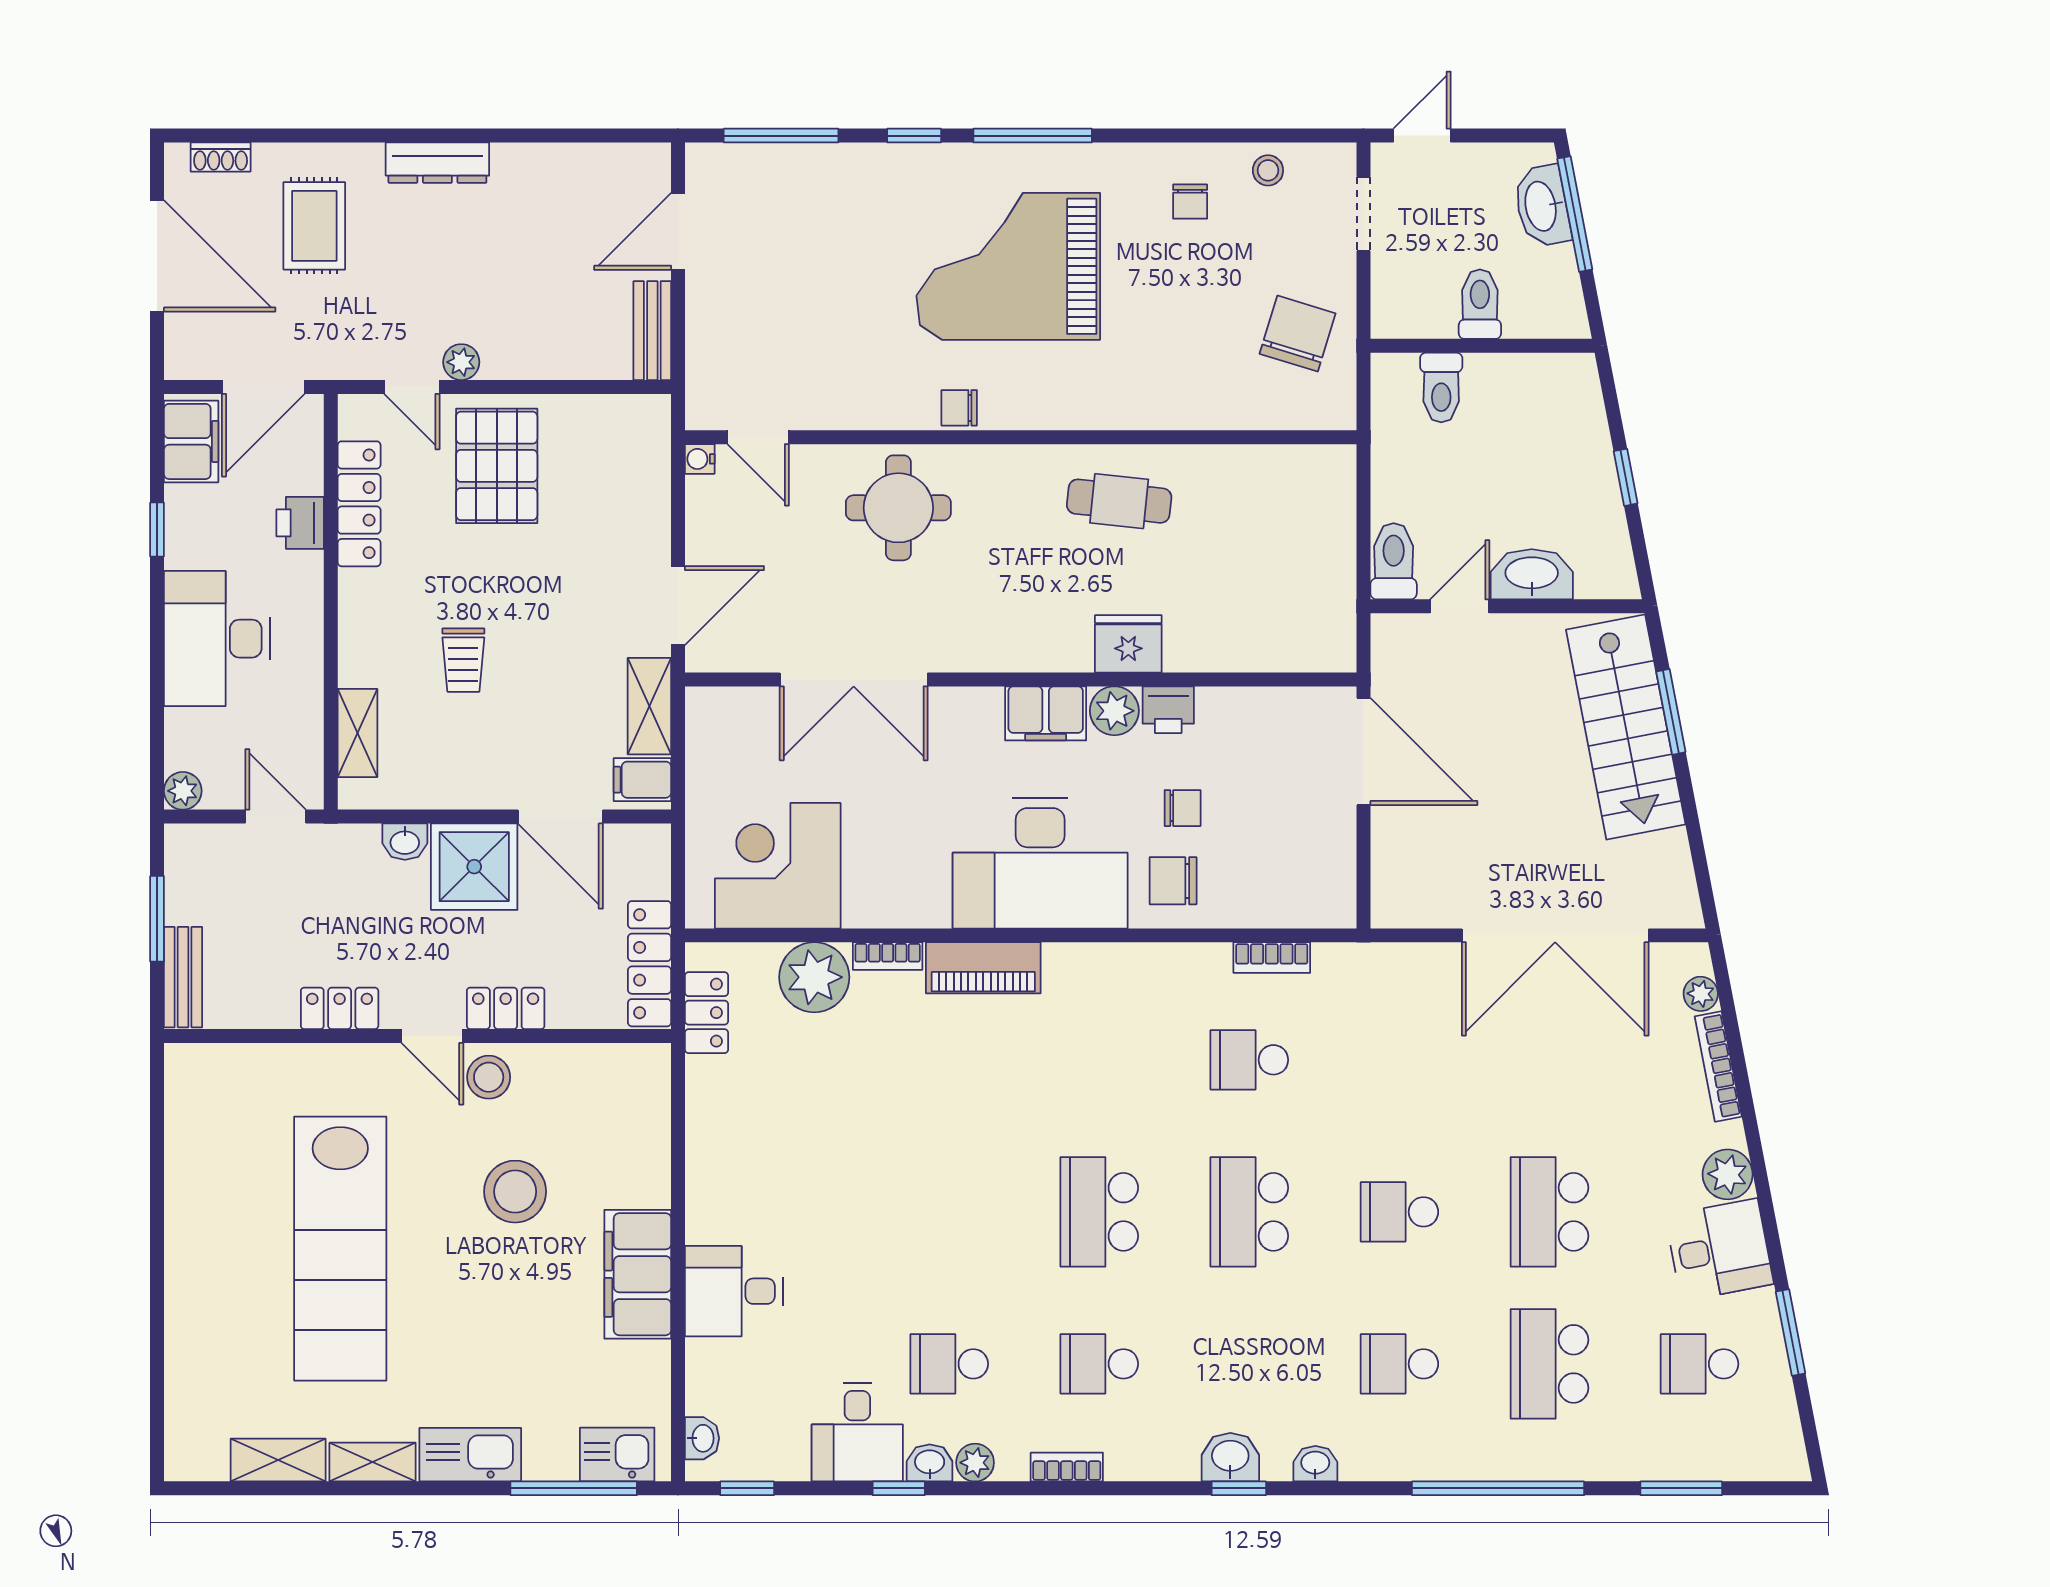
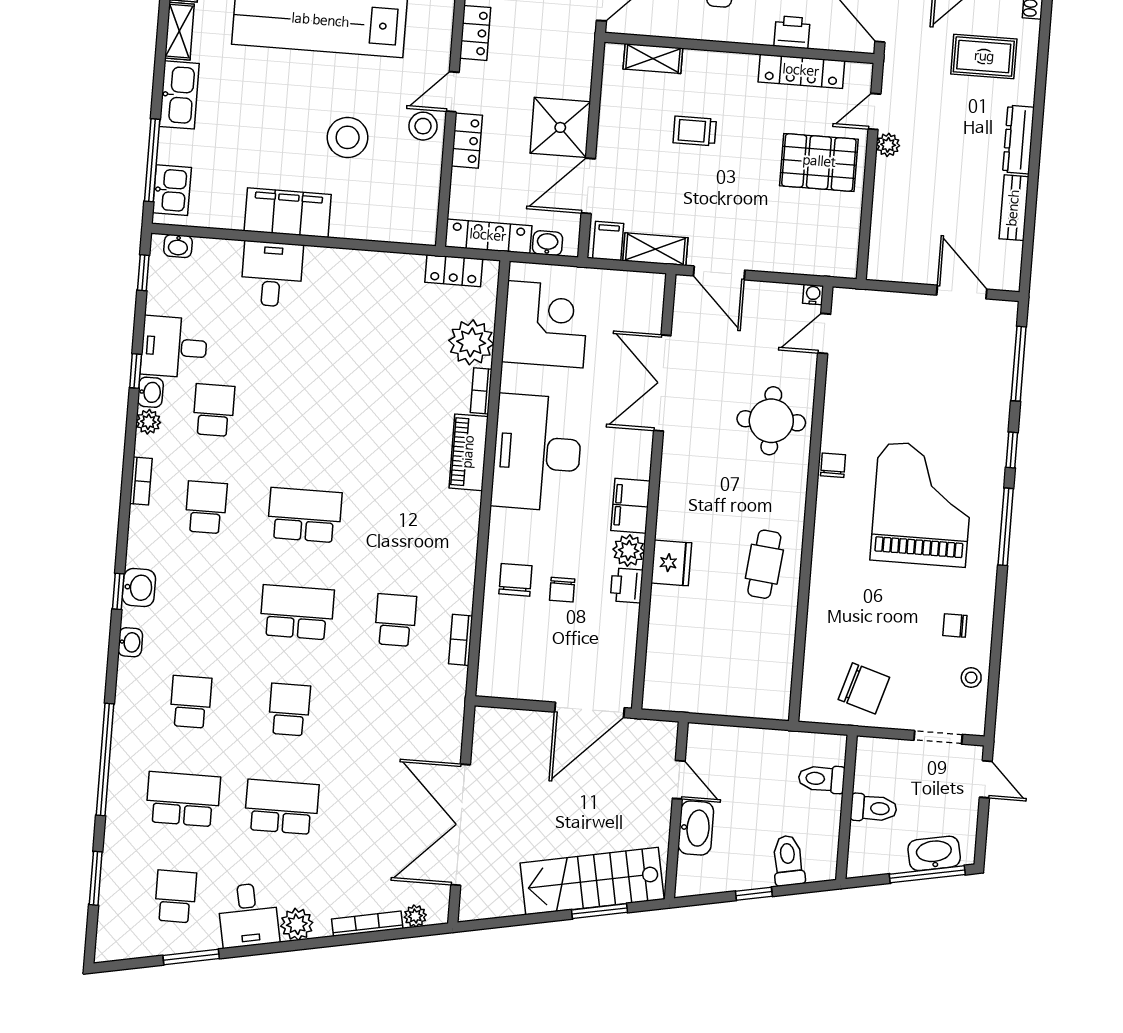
bench: (652, 331) -> (1014, 208), moved, turned 90
toilet: (1394, 561) -> (788, 860), moved, turned -101
washbasin: (405, 842) -> (547, 243), moved, turned 90
desk: (1040, 863) -> (537, 453), moved

